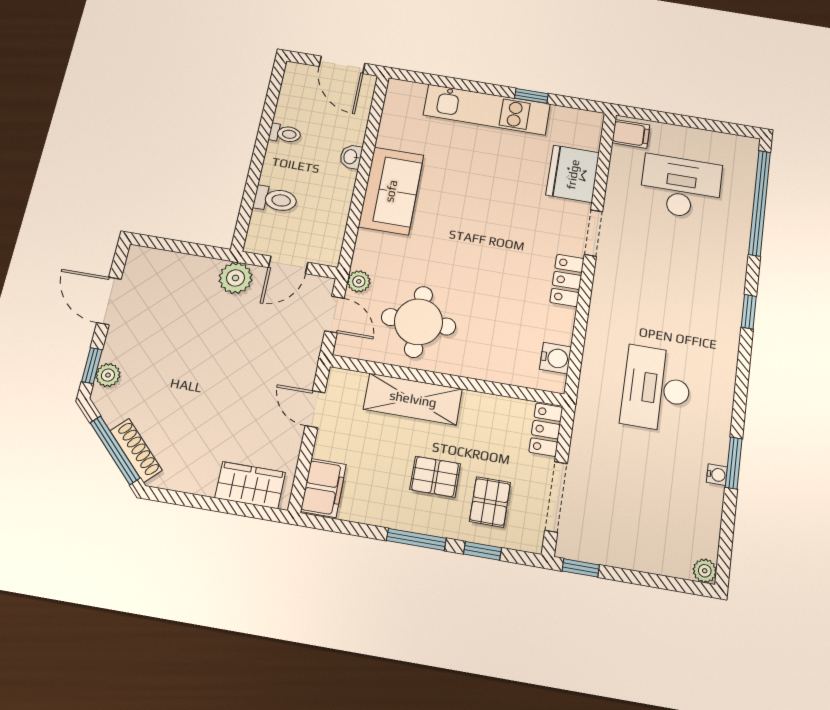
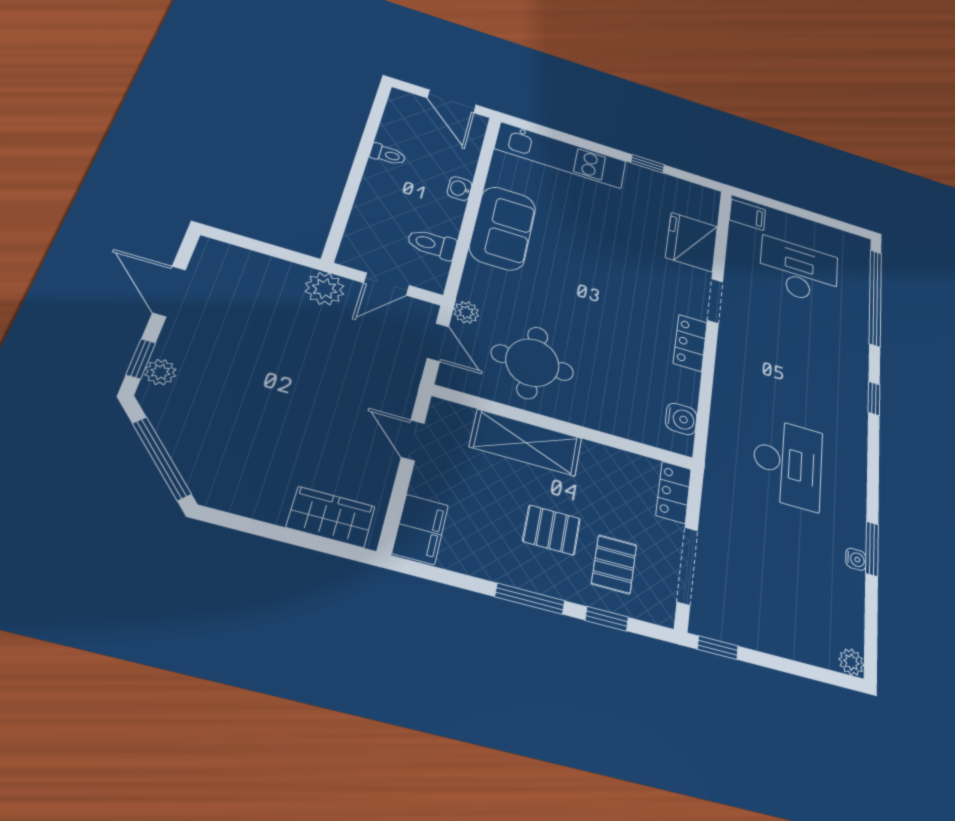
kitchen unit: (487, 110) -> (561, 155), moved
toilet: (275, 200) -> (432, 244), moved, turned 180
desk: (656, 389) -> (788, 463), turned 180
shoe rack: (136, 450) -> (189, 462), removed

